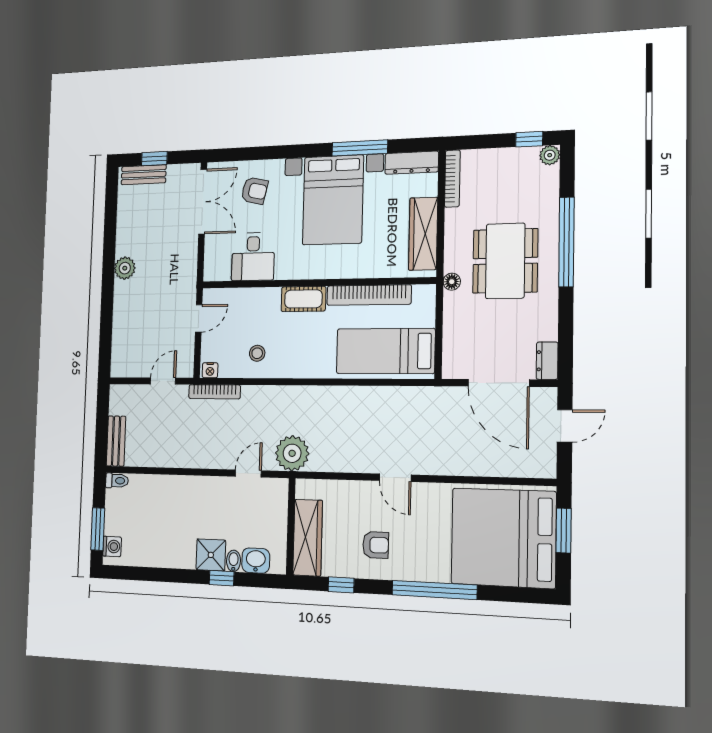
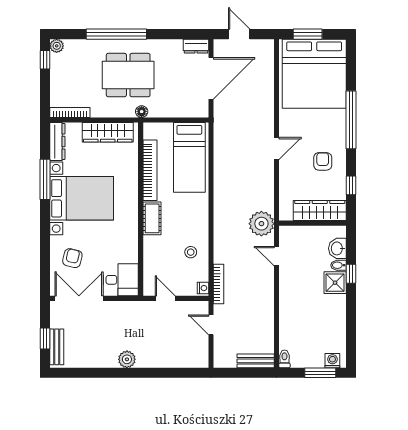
desk: (253, 257) -> (121, 280), moved

